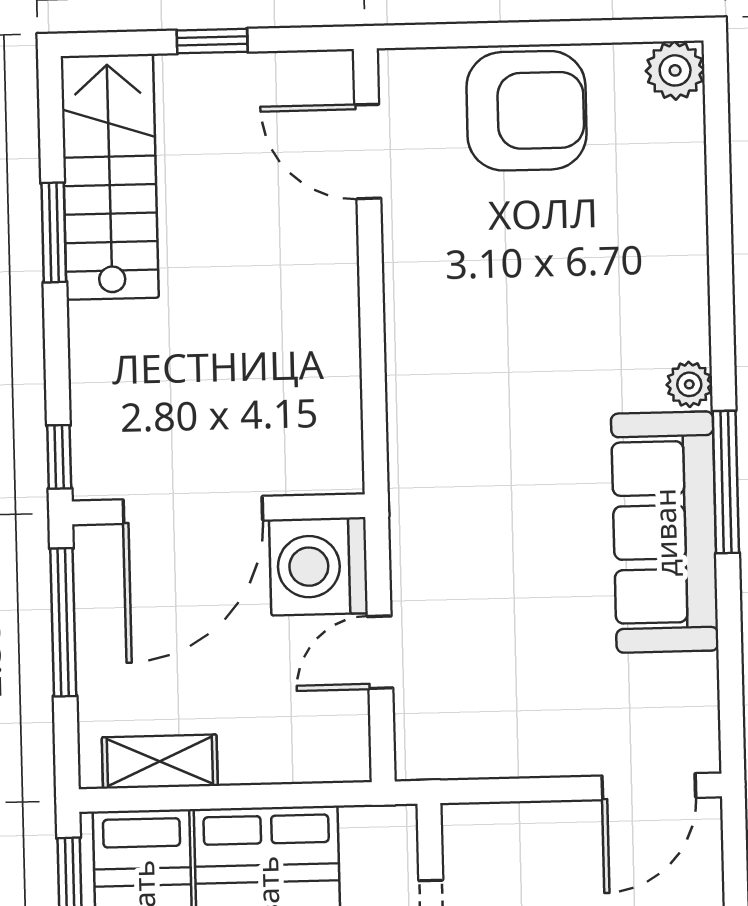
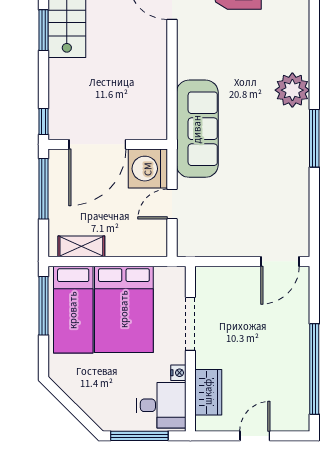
plant: (689, 384) -> (292, 90), width x1.87, depth x1.87
sofa: (665, 532) -> (197, 129), moved, turned 180

